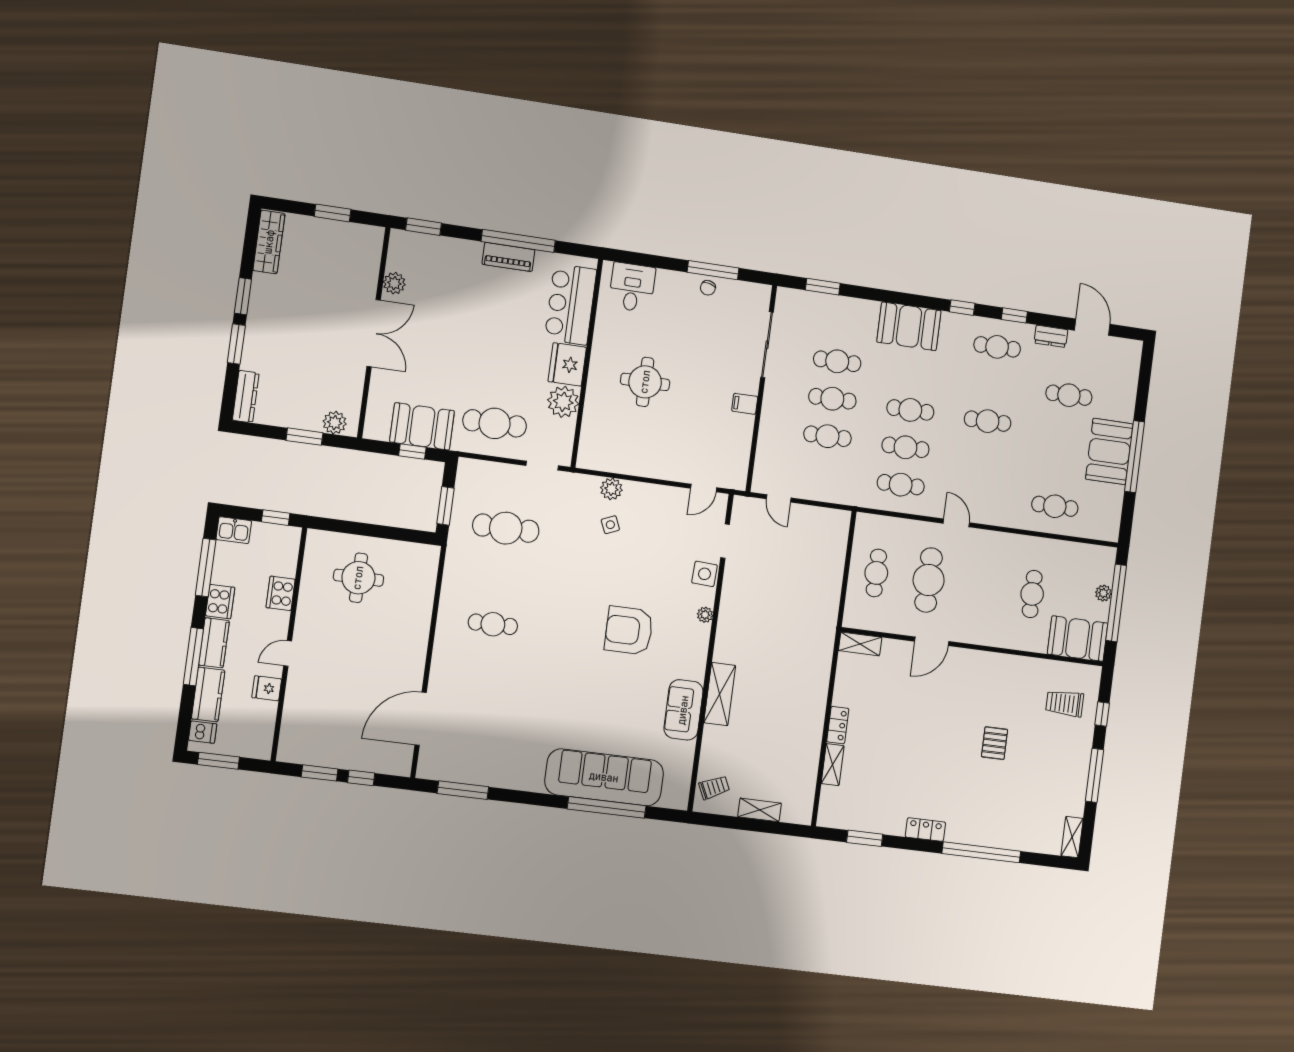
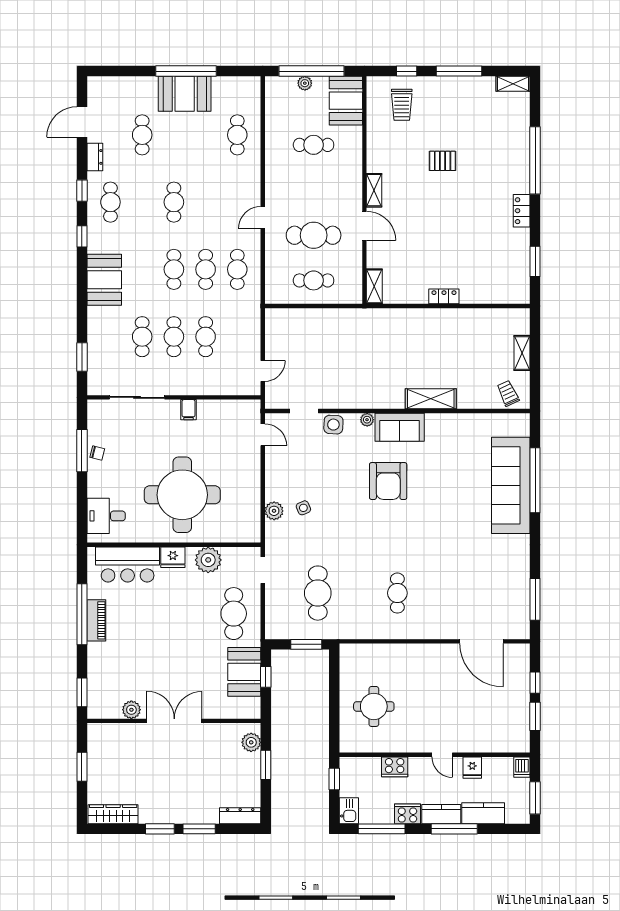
fridge: (567, 364) -> (173, 557), width x0.73, depth x0.75
round table: (645, 382) -> (182, 495), width x1.86, depth x1.86
sofa: (683, 710) -> (400, 427), moved
dishwasher: (203, 732) -> (522, 767), moved, turned 180
shelving: (833, 765) -> (374, 190), moved, turned 90

